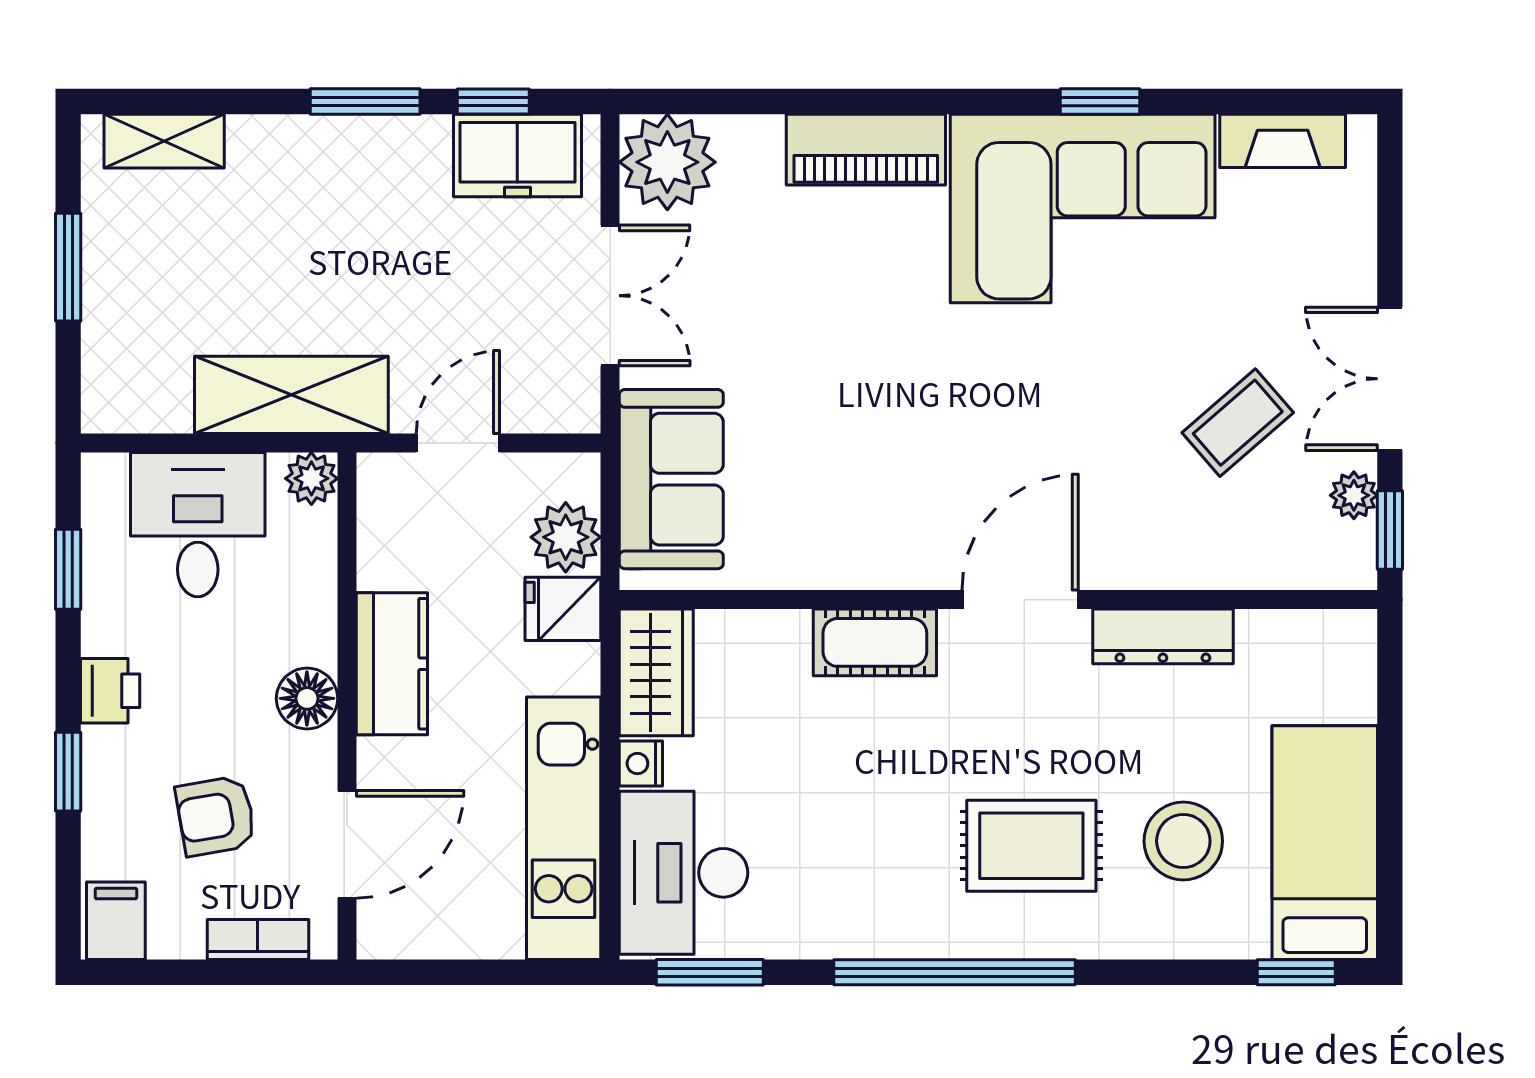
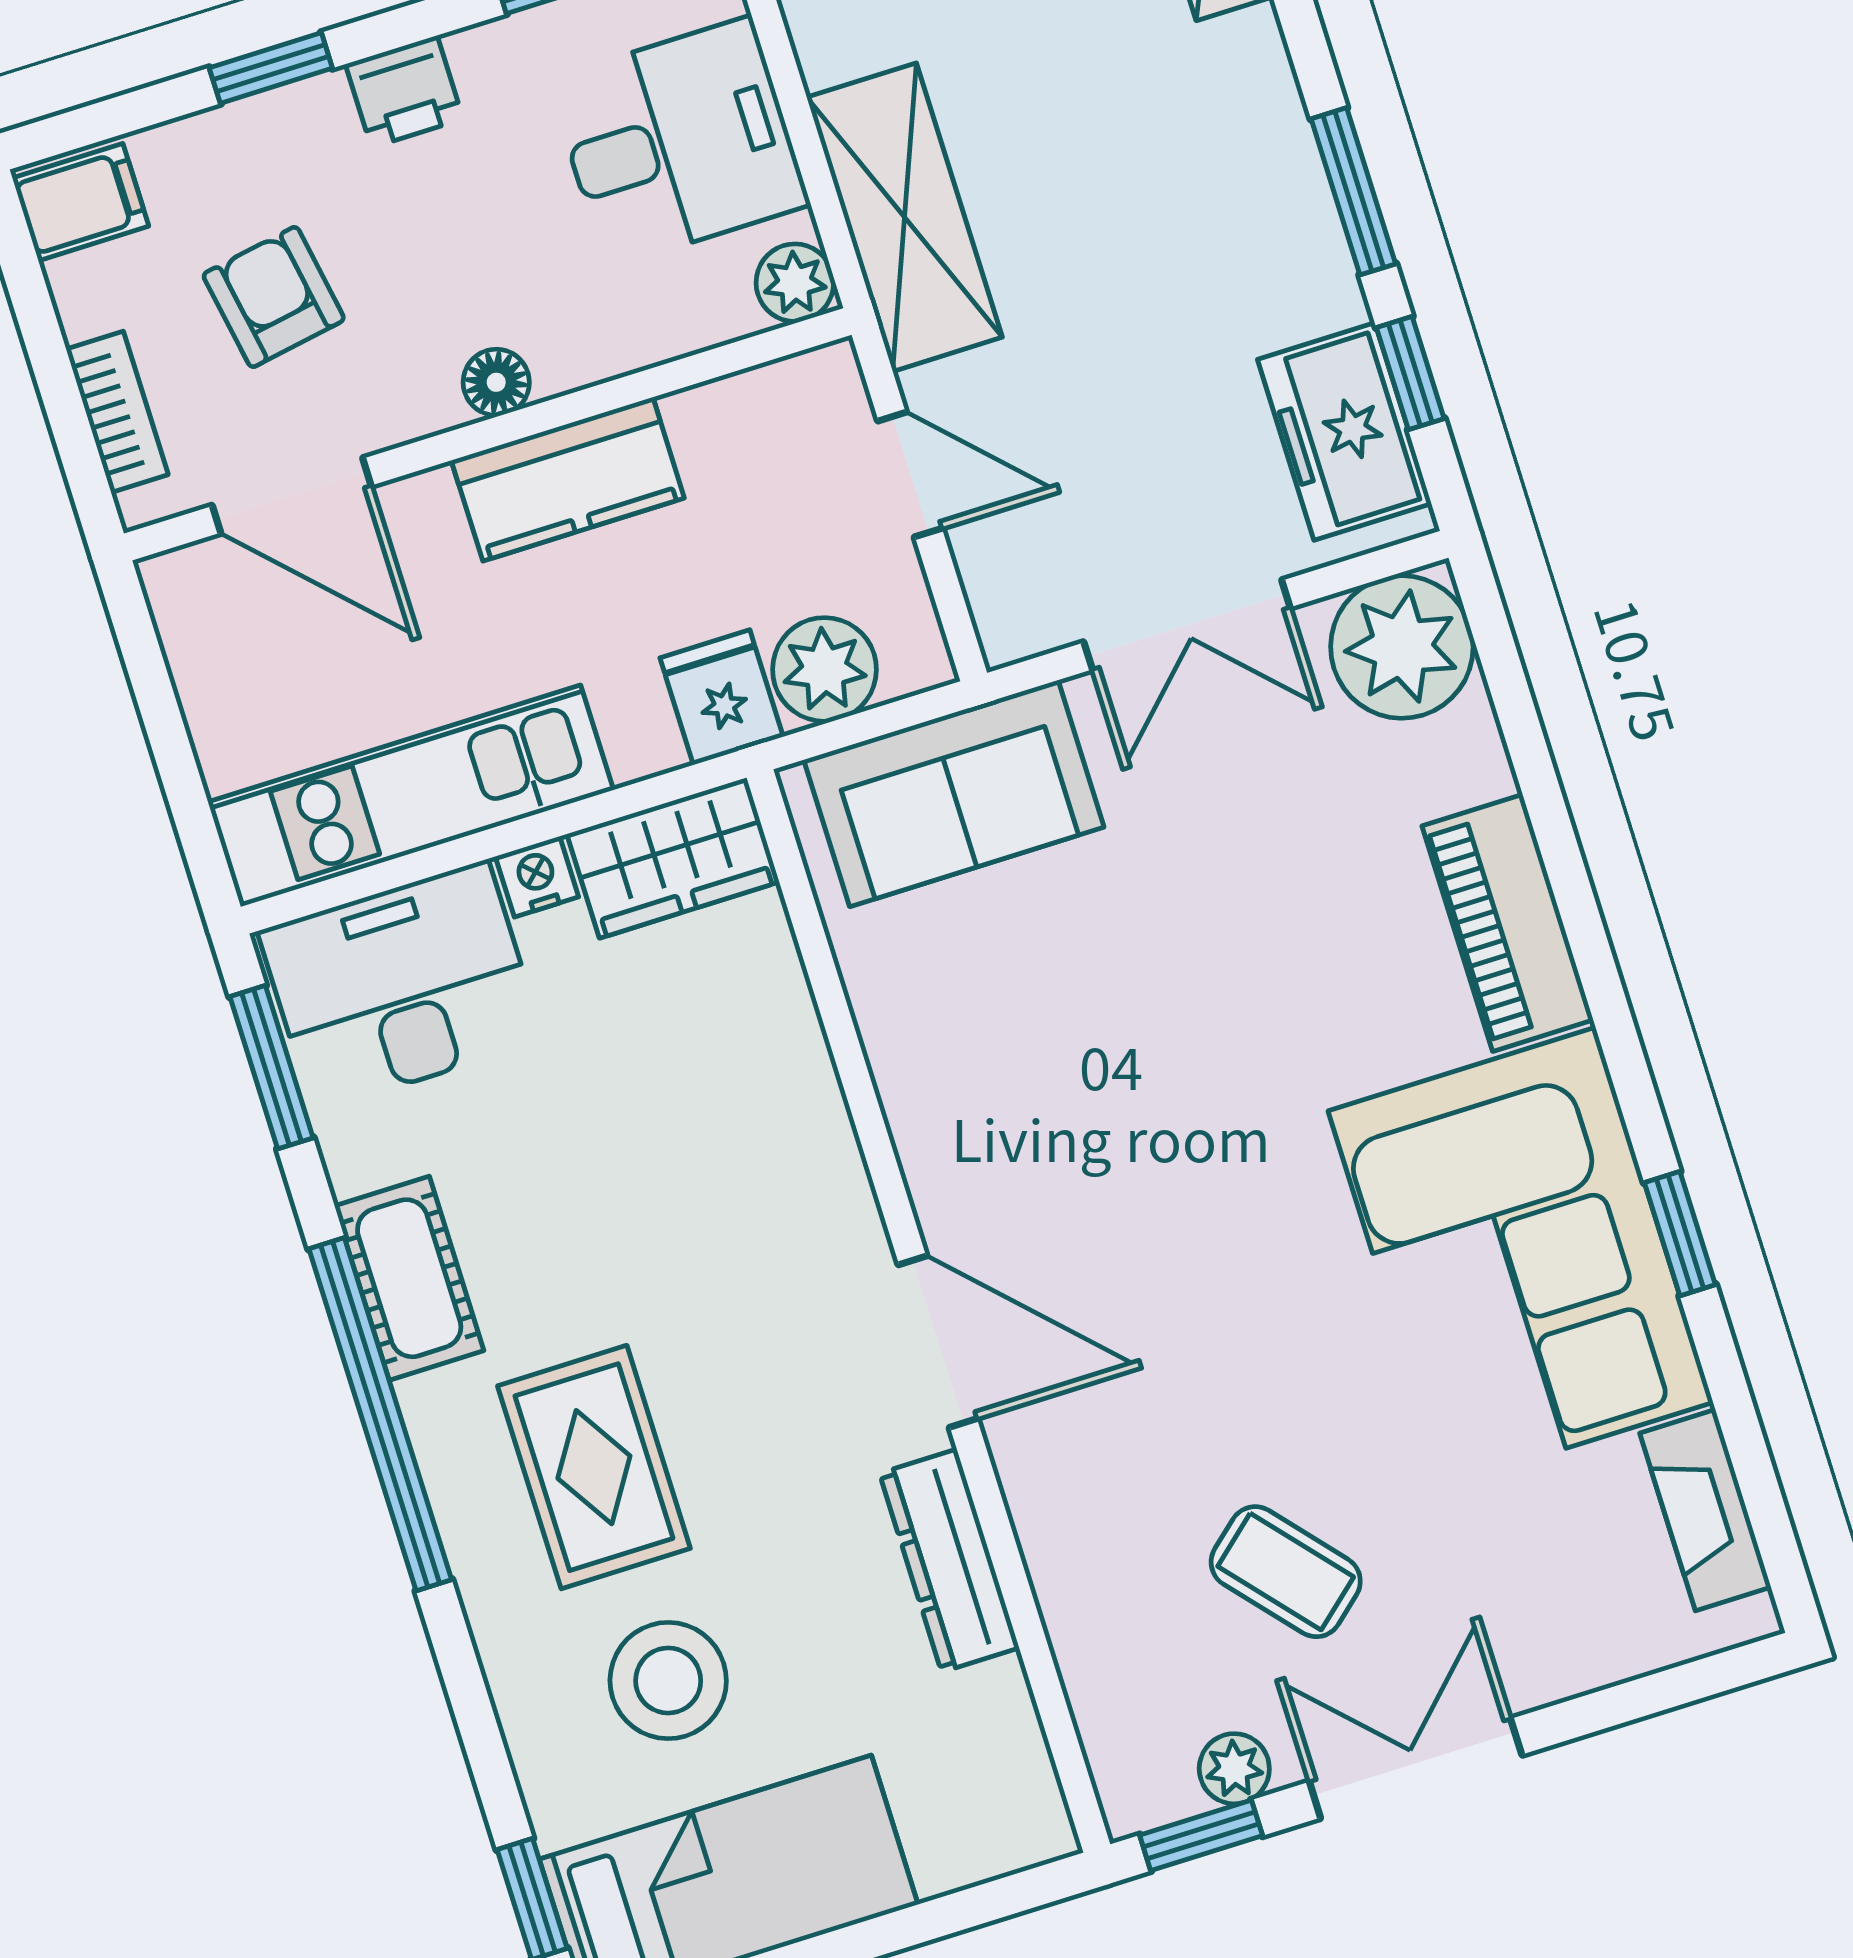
cot: (875, 642) -> (409, 1278), moved
floor lamp: (307, 698) -> (496, 382), width x0.73, depth x0.73

